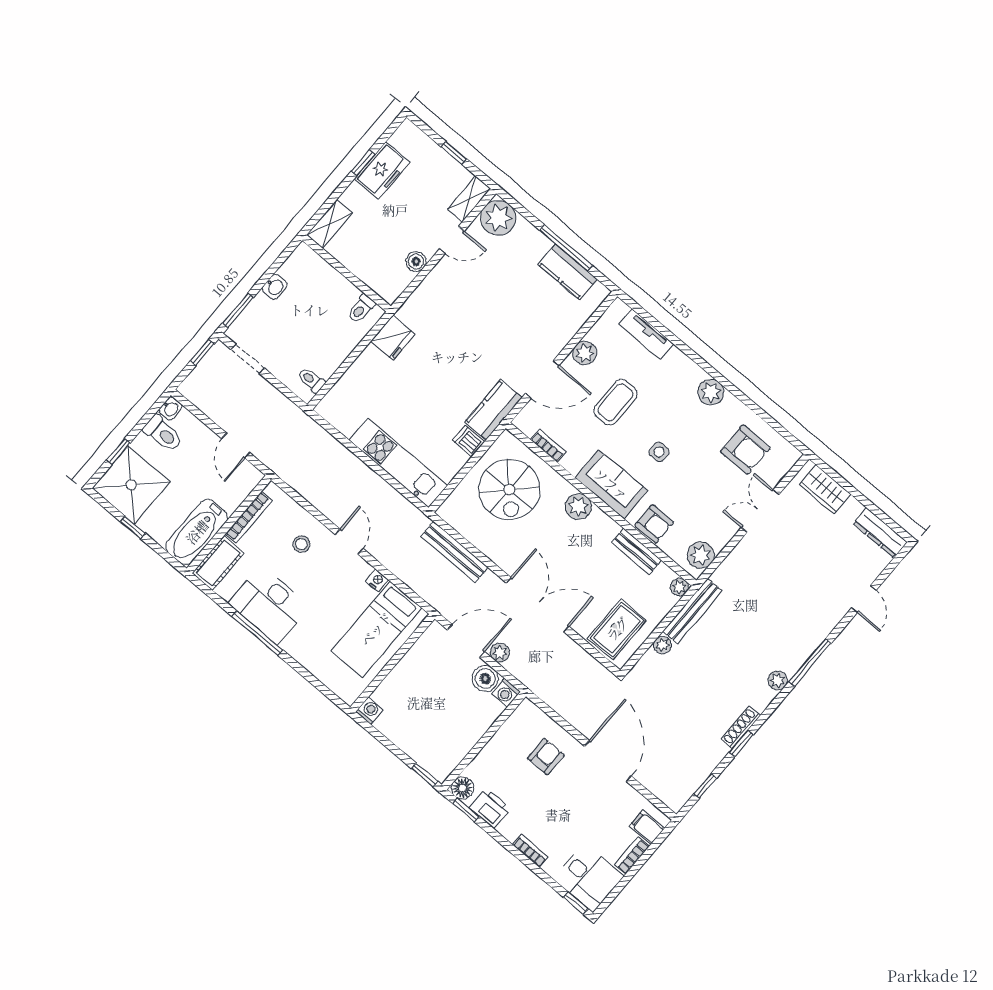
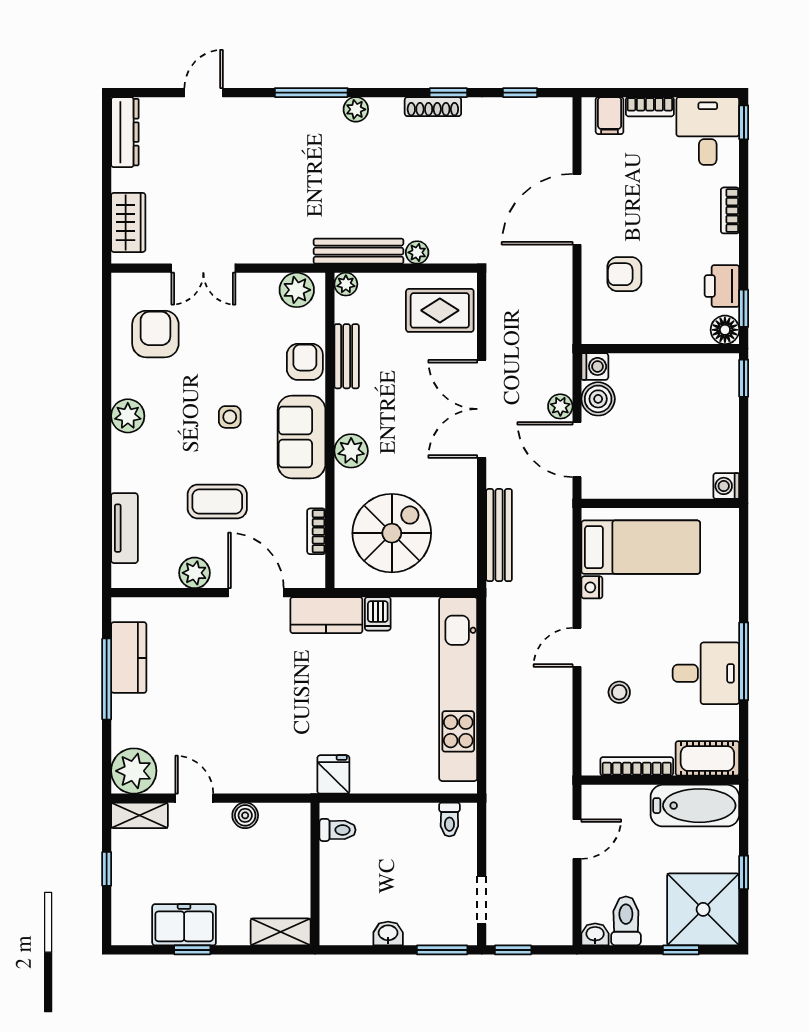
fridge: (393, 338) -> (333, 774), width x0.72
kitchen unit: (398, 463) -> (458, 689), width x1.36
desk: (269, 605) -> (706, 673), width x0.73

